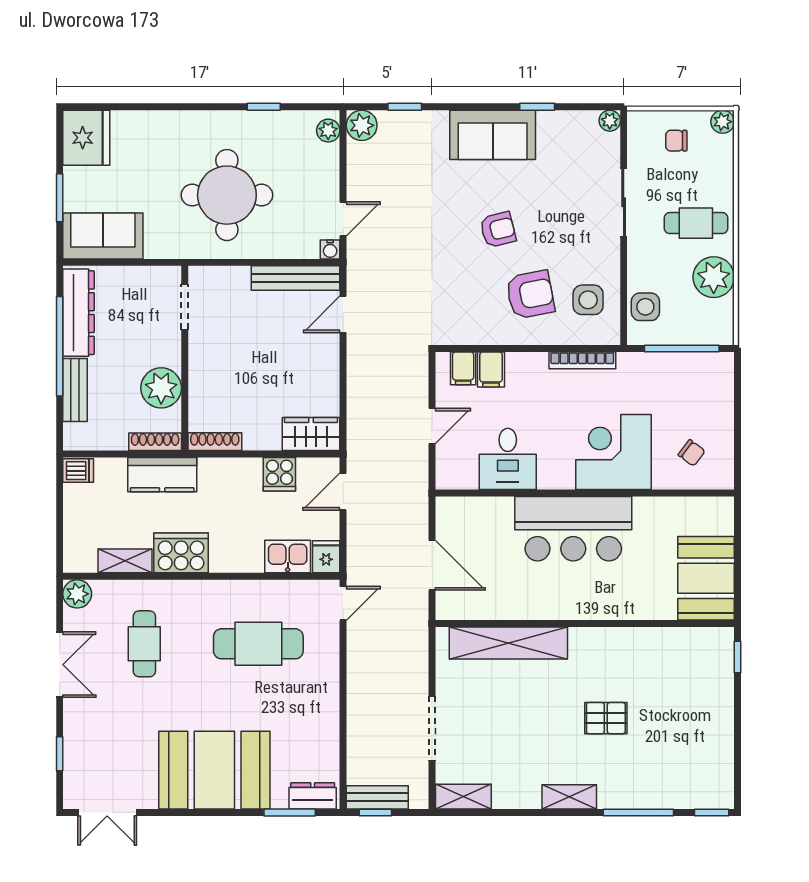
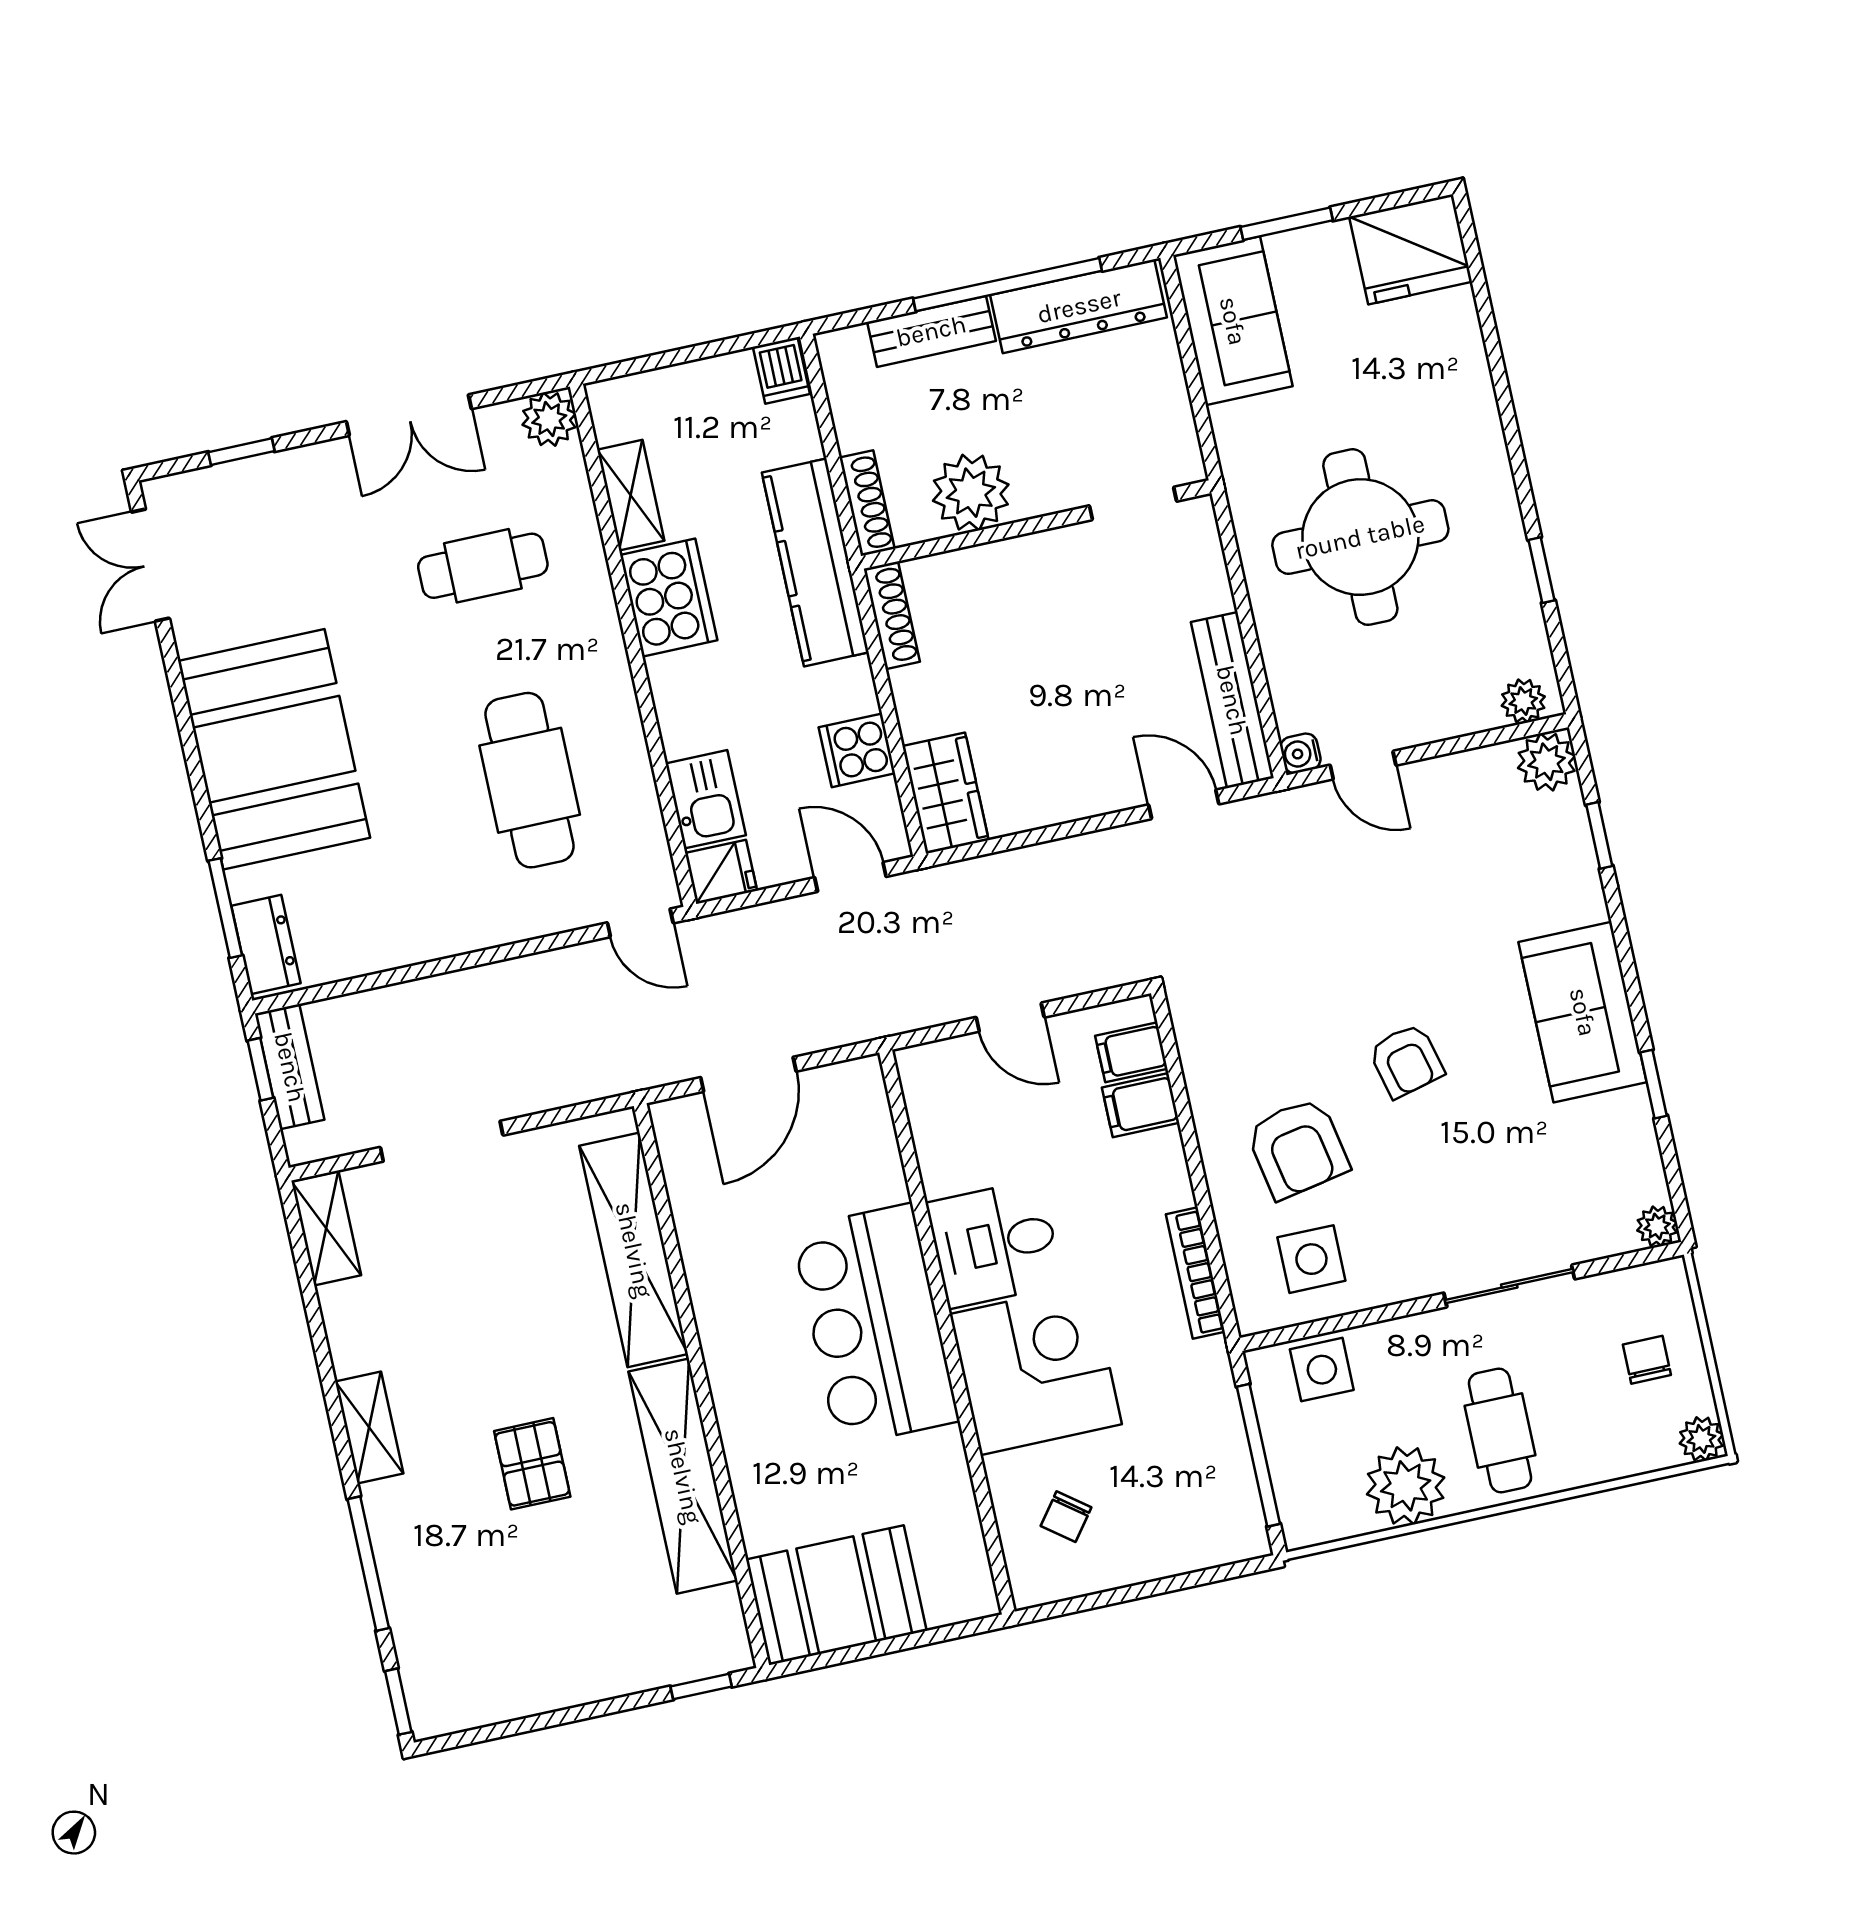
desk: (508, 459) -> (995, 1244), moved
kitchen counter: (162, 475) -> (815, 562), width x1.50
shelving: (629, 643) -> (683, 1476), added

